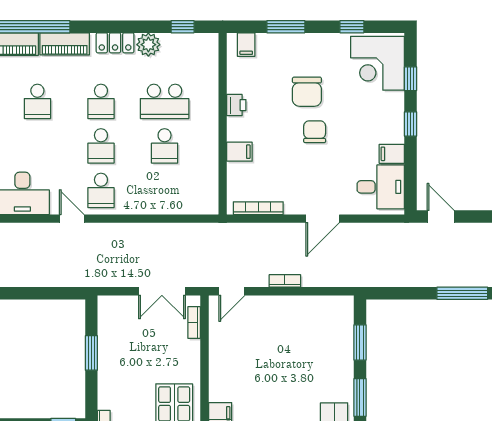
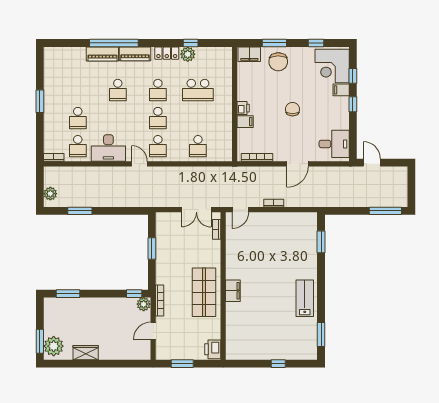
window: (183, 27) -> (191, 43), moved
filing cabinet: (246, 45) -> (249, 54), width x2.00
chair: (307, 92) -> (278, 62), moved
printer: (236, 105) -> (243, 108), moved
school desk: (165, 146) -> (198, 146), moved
filing cabinet: (392, 154) -> (341, 90), moved
window: (360, 397) -> (321, 277), removed

